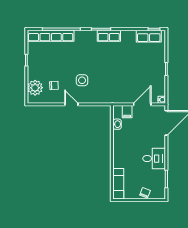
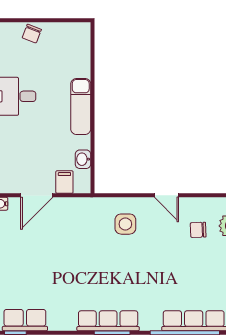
row of seats: (109, 36) -> (108, 321), width x1.48
side table: (82, 80) -> (125, 224), moved
exam couch: (118, 184) -> (81, 107), moved

